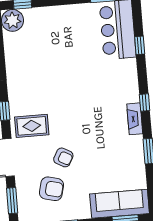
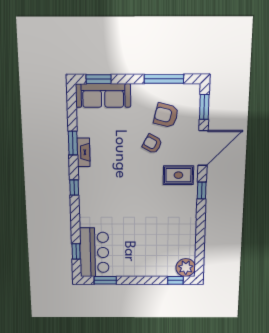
window: (140, 45) -> (76, 251), moved
fireplace: (135, 119) -> (83, 152), moved

